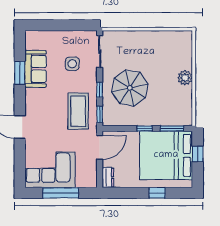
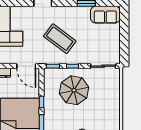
side table: (72, 64) -> (93, 44), removed
sofa: (36, 69) -> (105, 15), moved
coffee table: (78, 111) -> (60, 39), moved, turned 37

